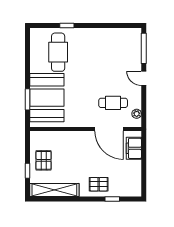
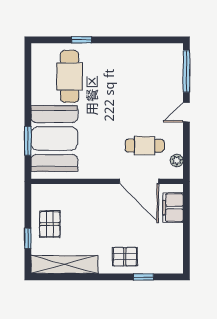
door: (144, 78) -> (186, 112), hinge flipped

